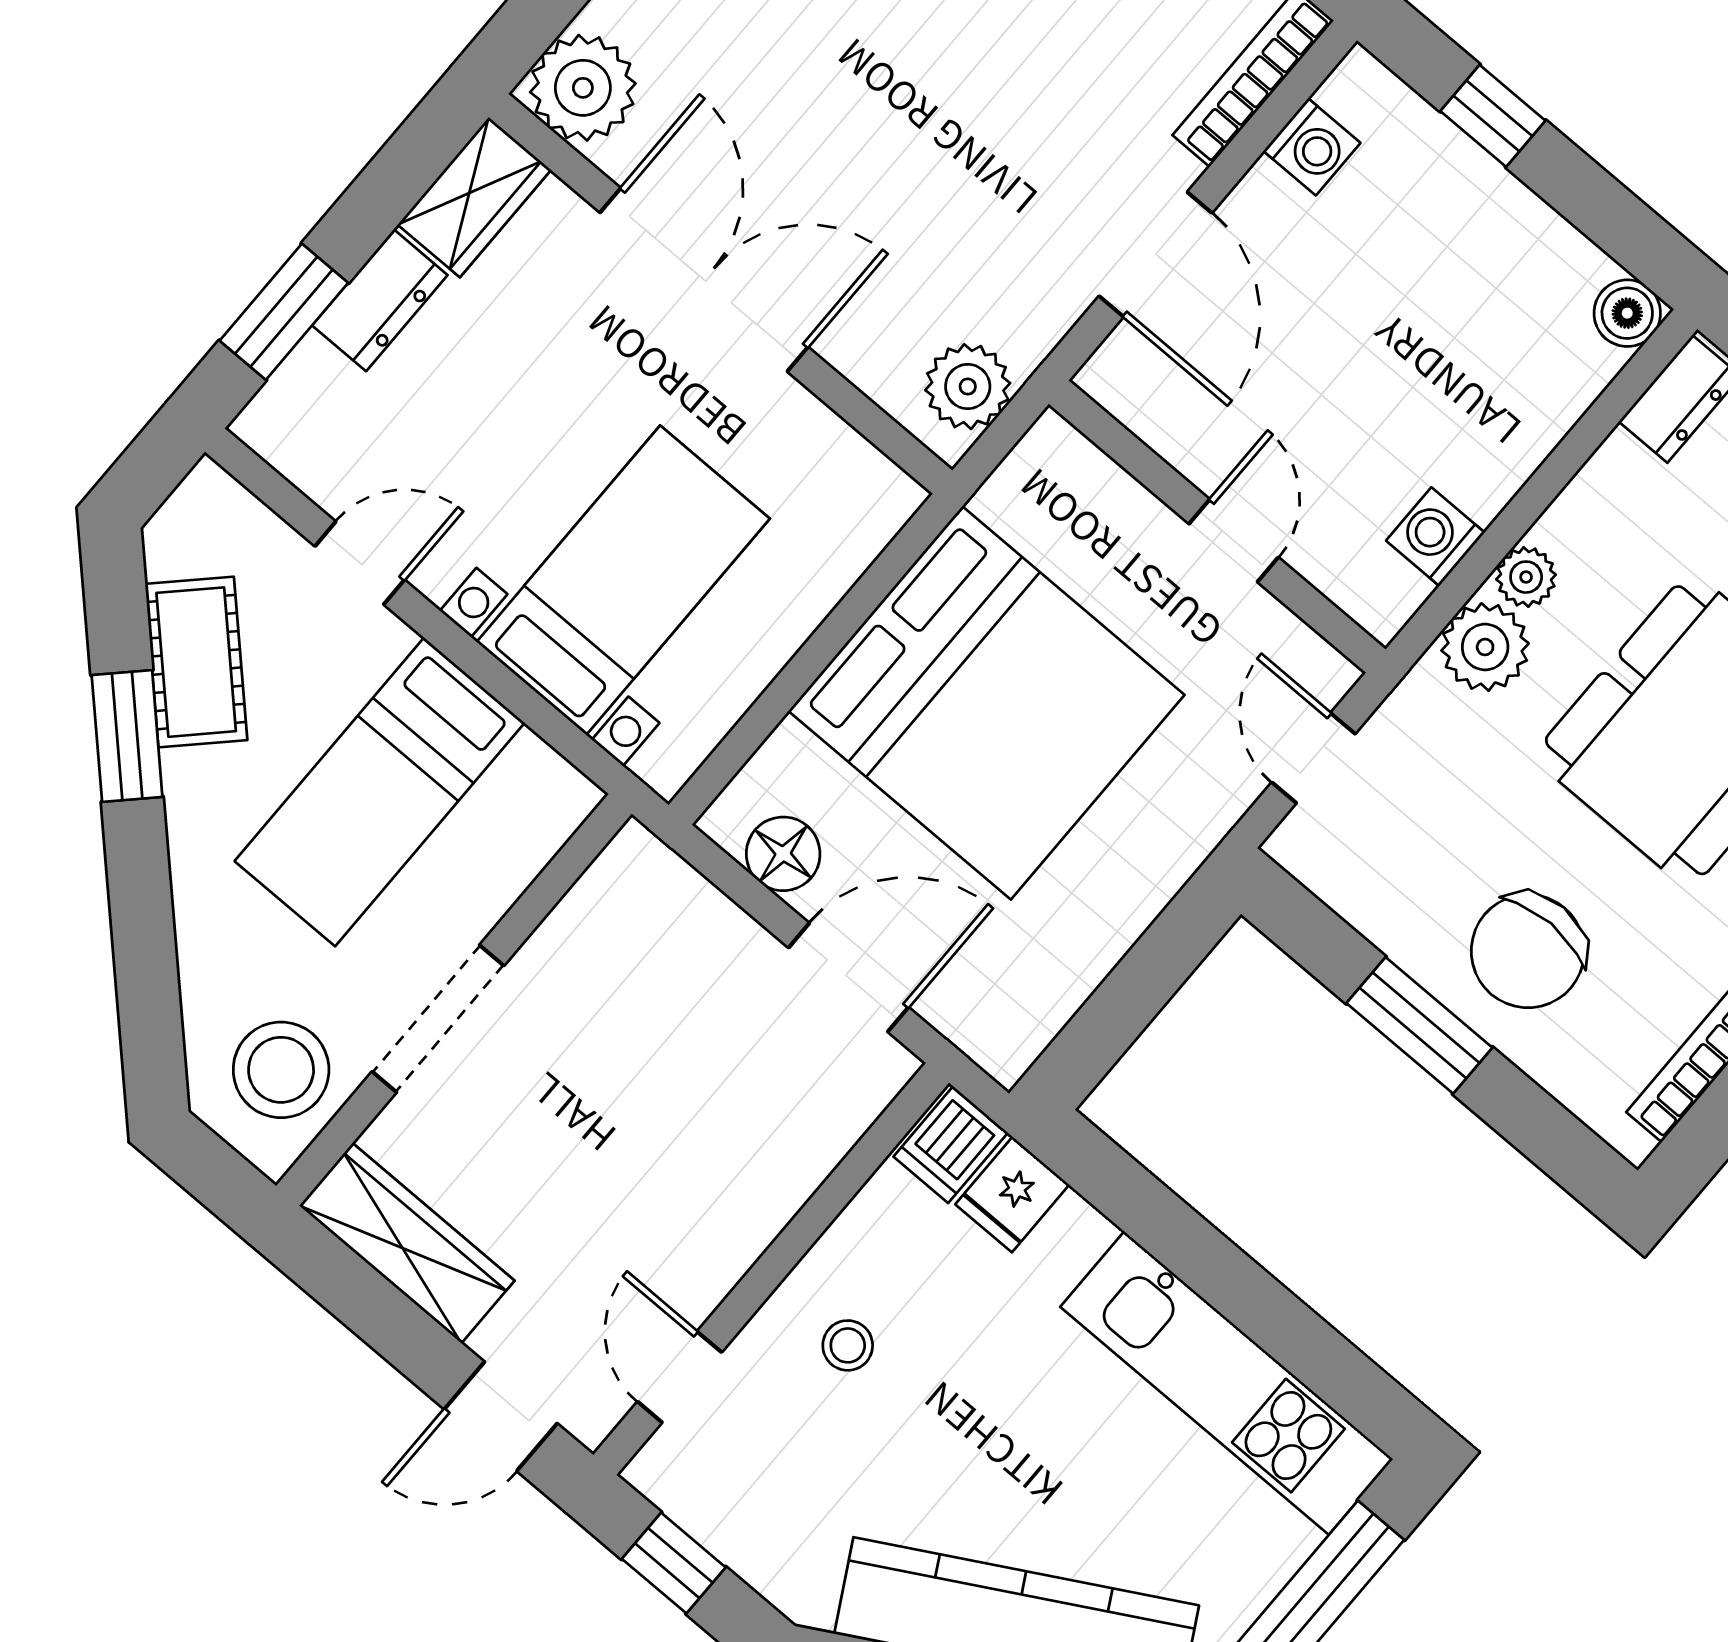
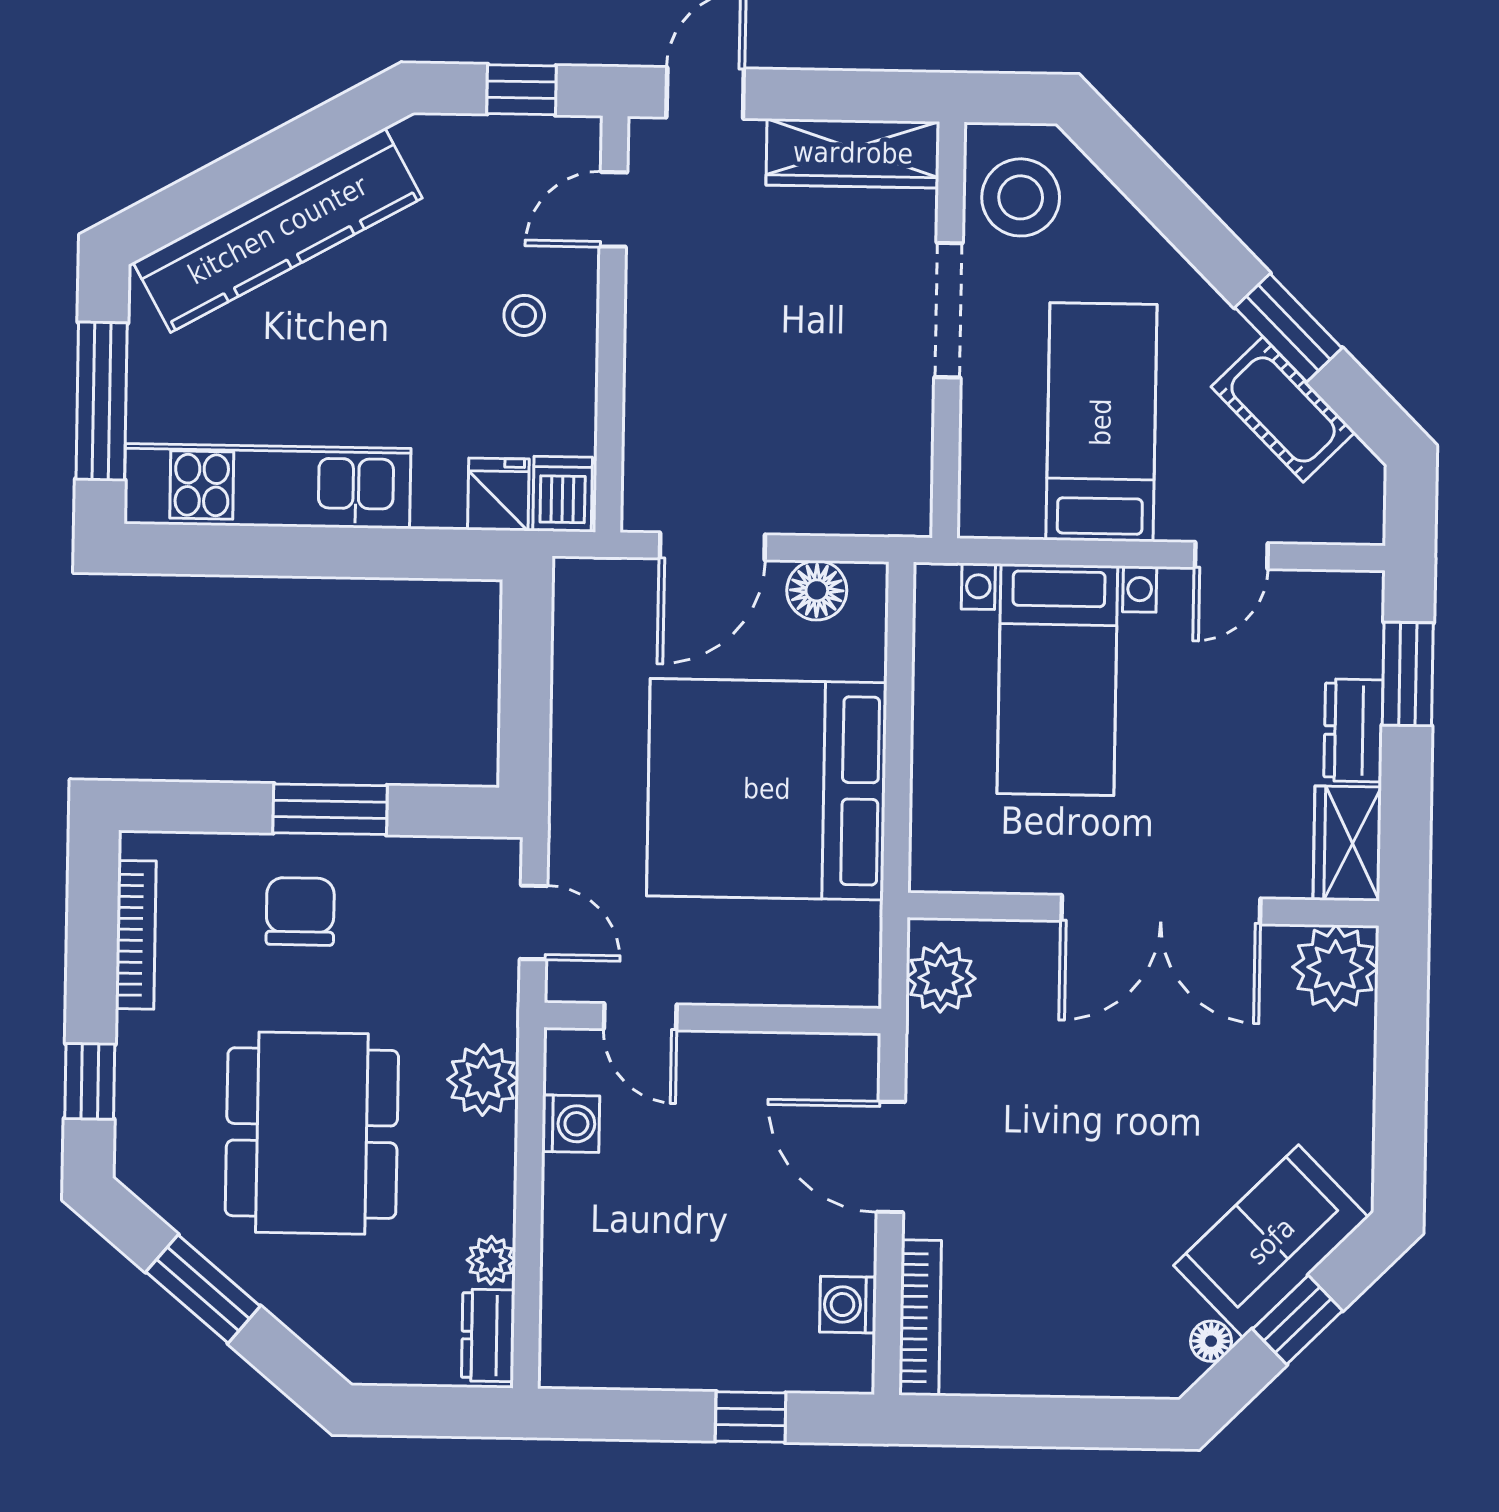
boiler: (1627, 313) -> (565, 1362), removed
door: (1234, 541) -> (640, 1017), moved
plant: (1526, 577) -> (491, 1260), moved
chair: (1528, 951) -> (300, 911), width x0.73, depth x0.73
door: (680, 1377) -> (613, 209), swing flipped

